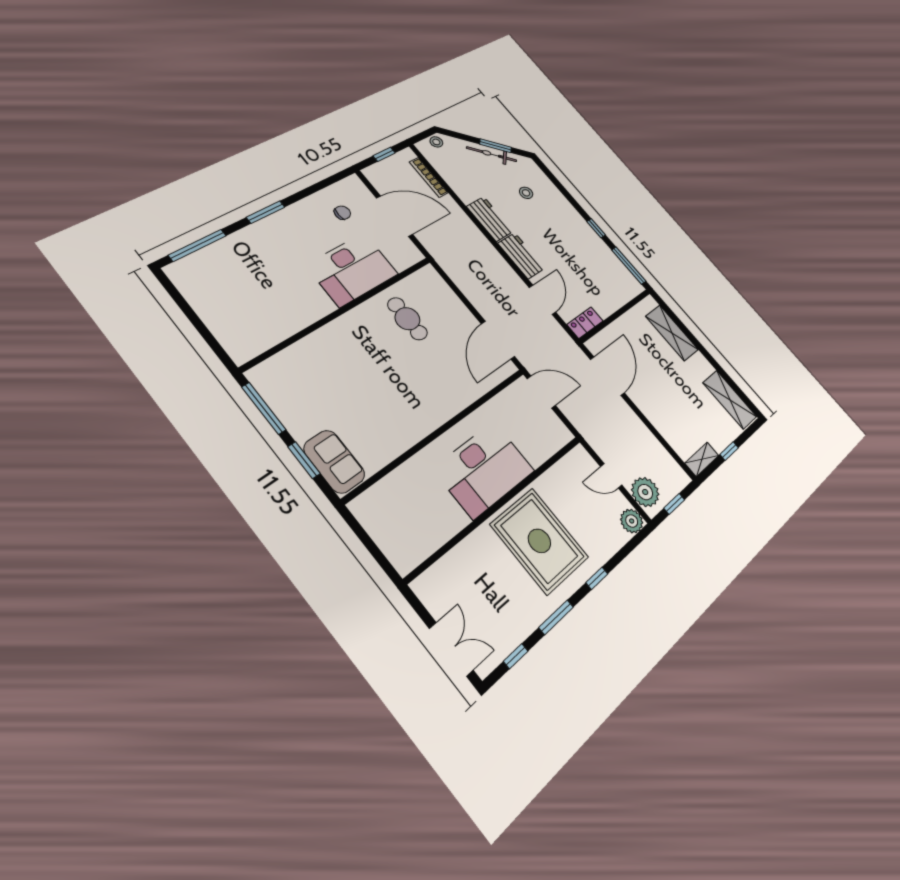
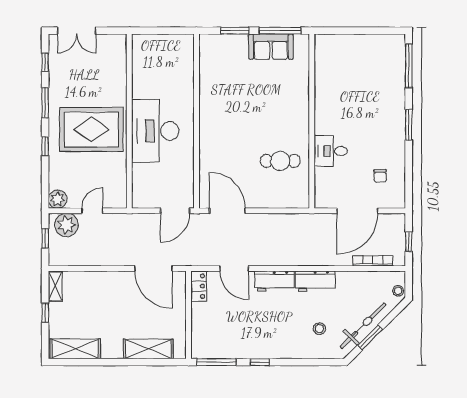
bicycle: (492, 154) -> (363, 326), width x1.37, depth x1.40
desk: (352, 270) -> (331, 151), width x0.53, depth x0.77
sofa: (334, 462) -> (271, 47), moved

